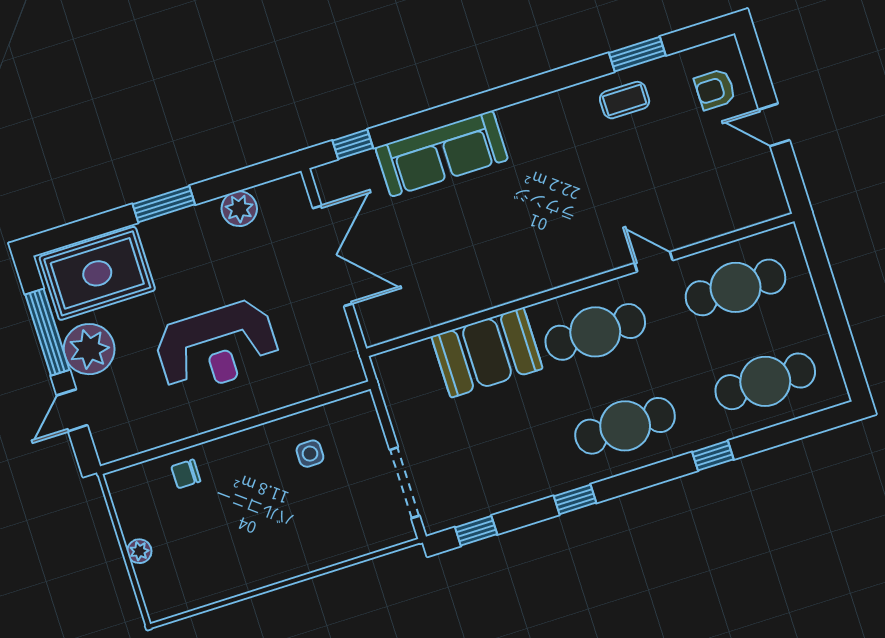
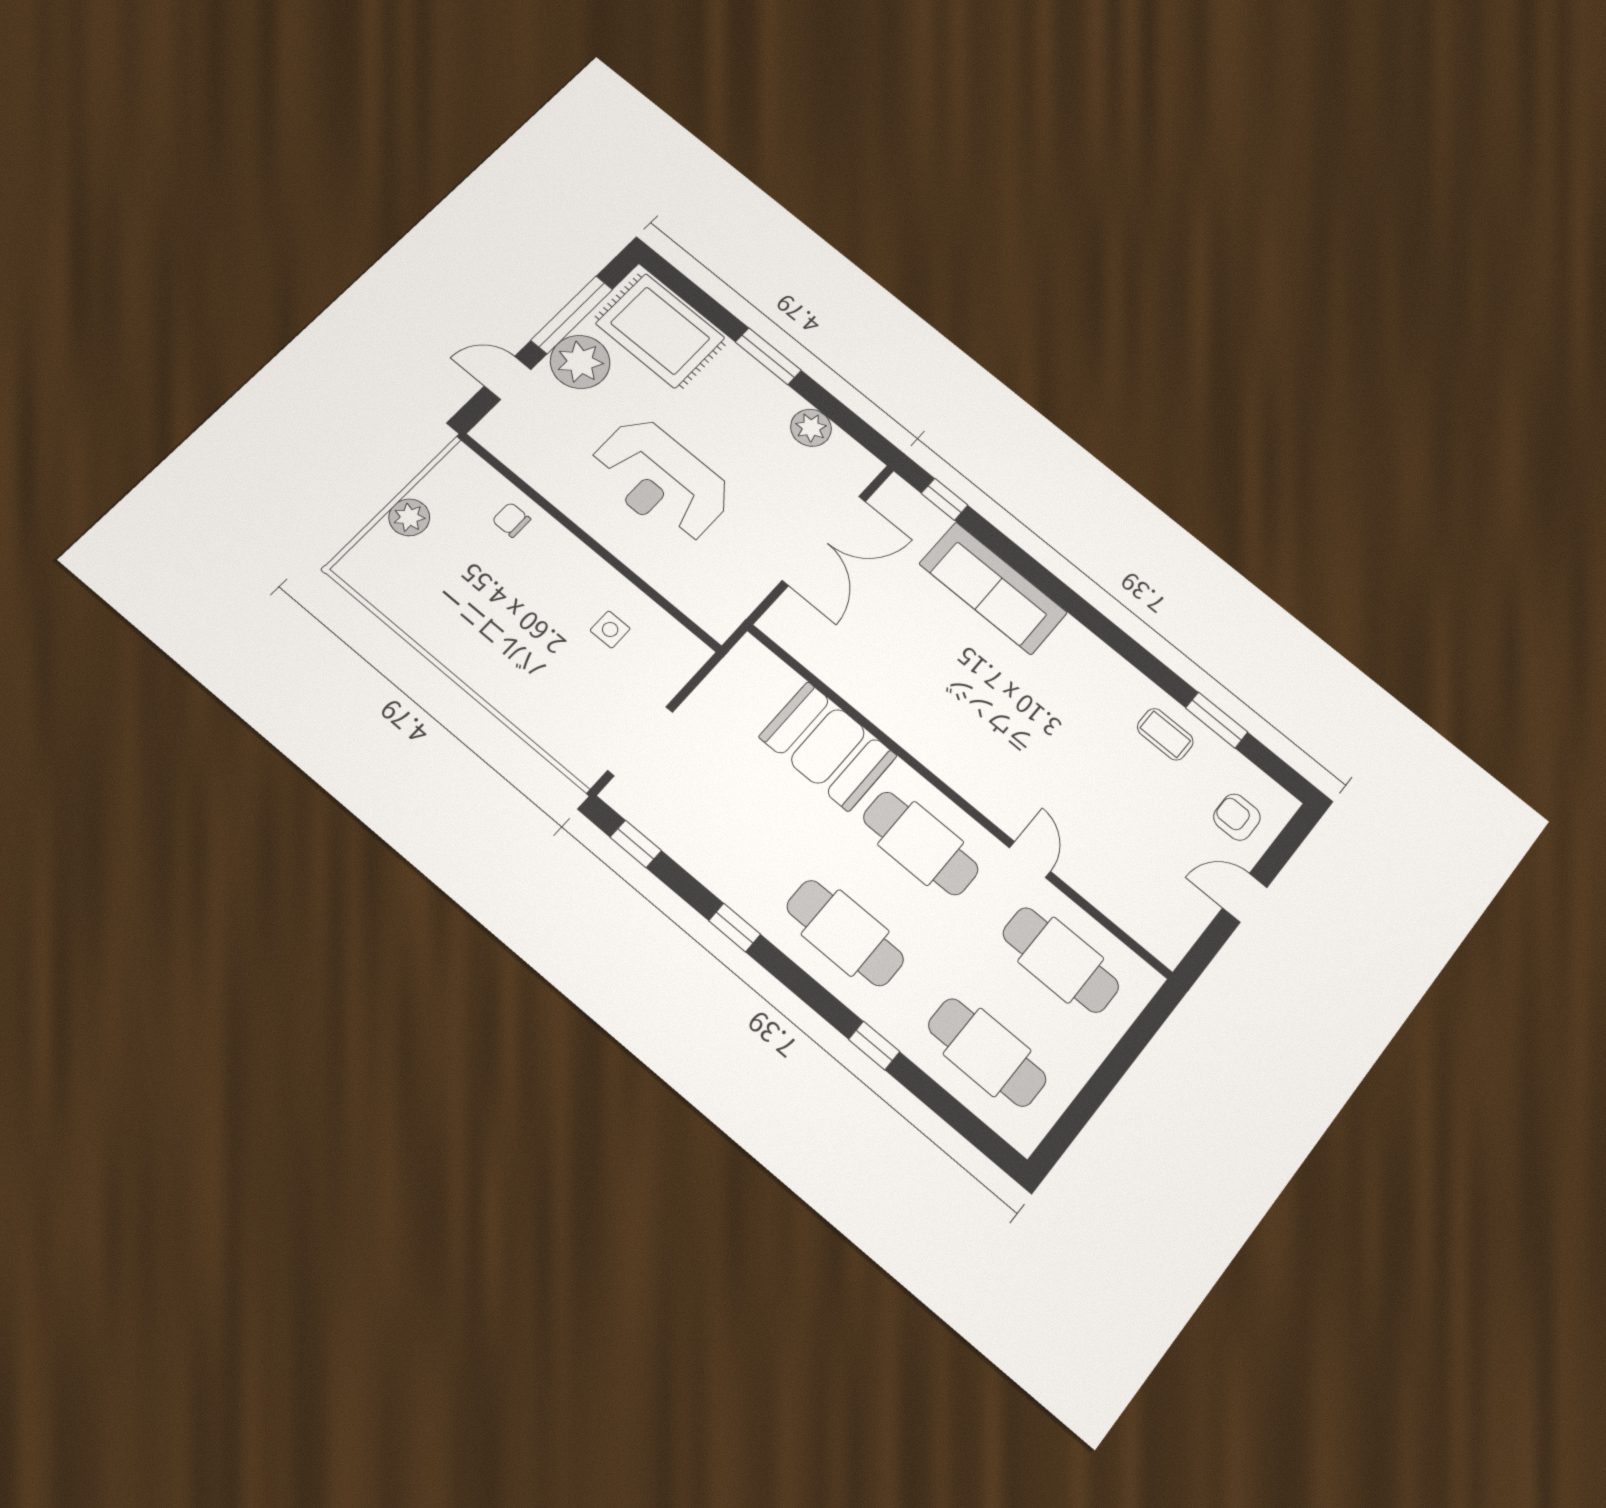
door: (774, 125) -> (1245, 898), hinge flipped
plant: (139, 551) -> (409, 517), width x1.38, depth x1.38

